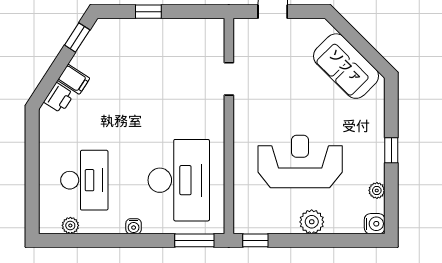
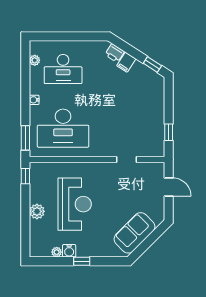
window: (148, 12) -> (169, 132), moved
water cooler: (375, 224) -> (69, 251), moved

